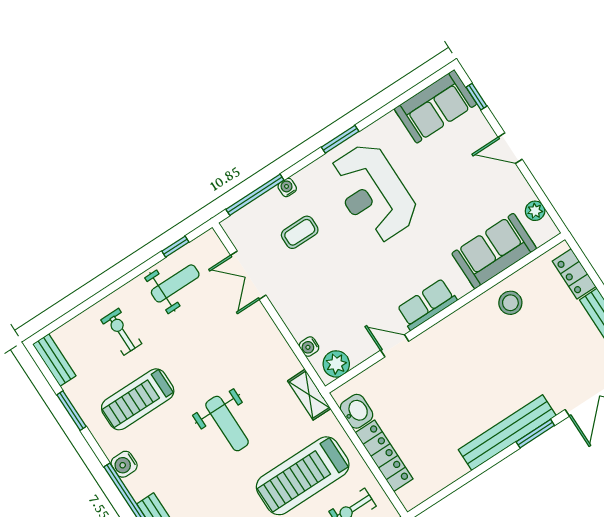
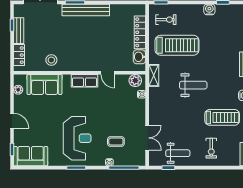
weight bench: (175, 283) -> (178, 153), turned 180
weight bench: (227, 424) -> (193, 85), turned 90

